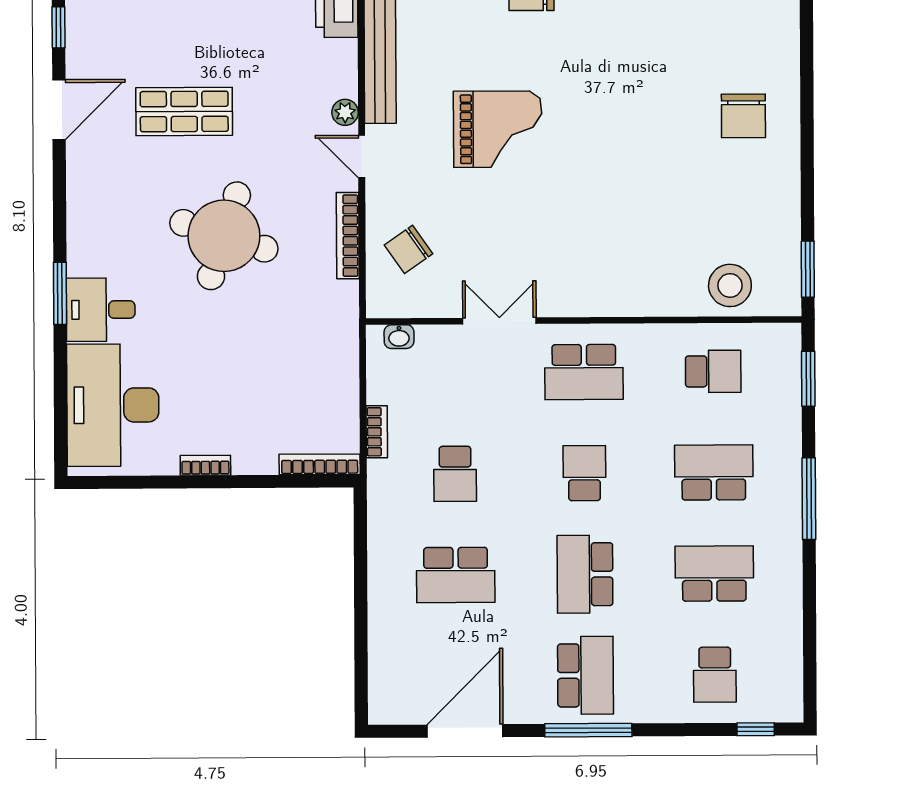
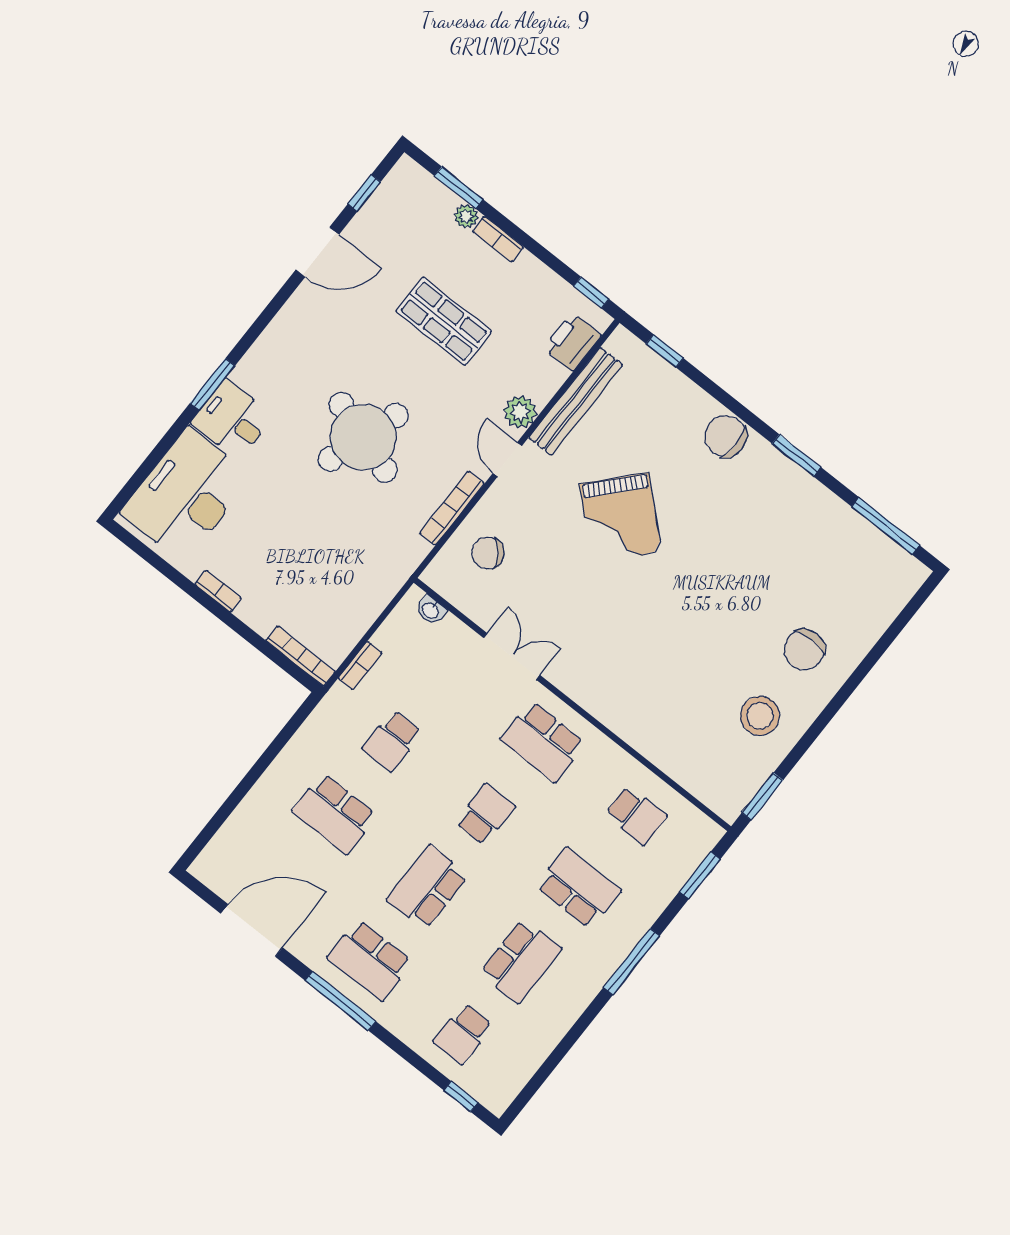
shop shelf: (184, 111) -> (444, 321), moved
plant: (345, 112) -> (520, 412), width x1.38, depth x1.38
grand piano: (498, 129) -> (621, 518), turned 42
stool: (730, 285) -> (760, 716), moved
school desk: (714, 574) -> (521, 961), turned 90
school desk: (585, 675) -> (370, 960), turned 90

